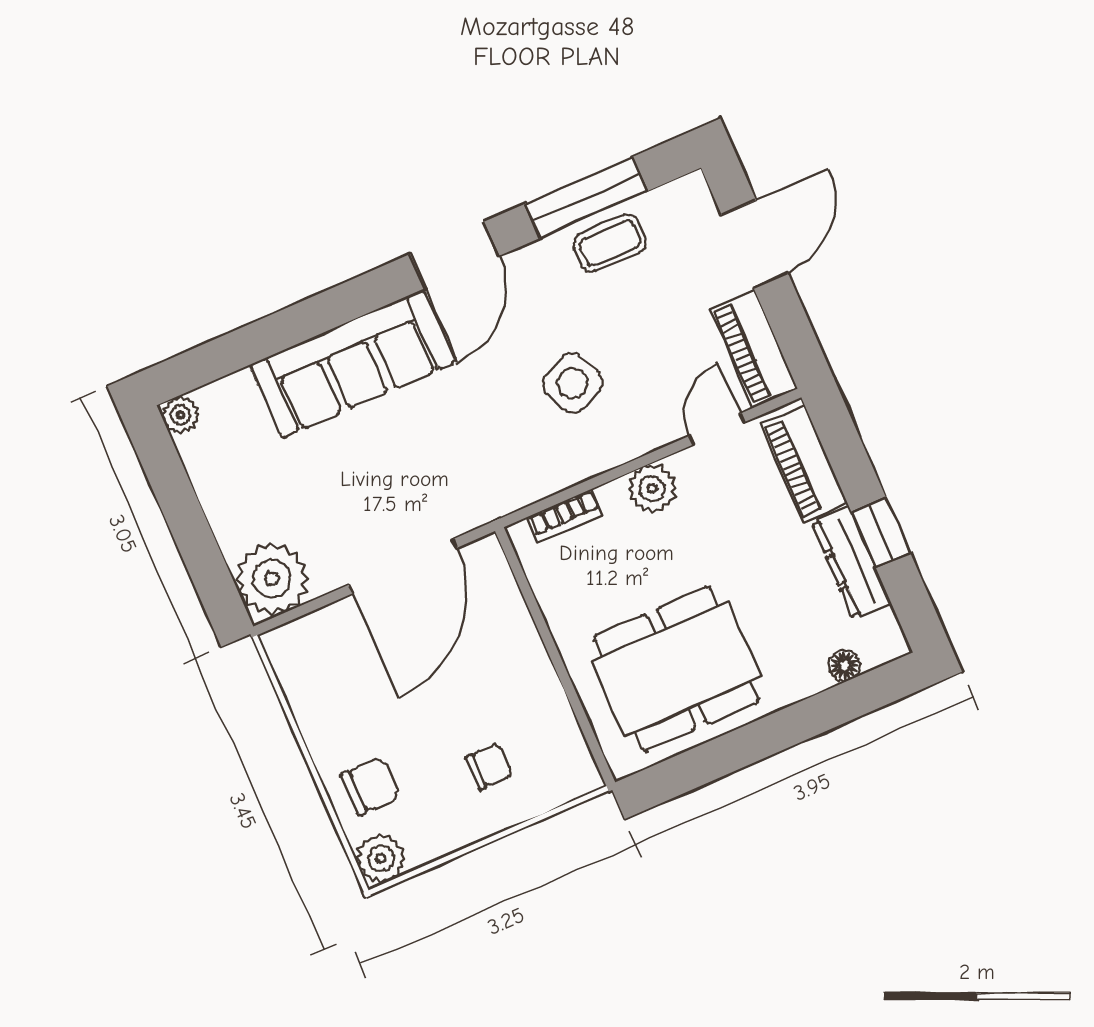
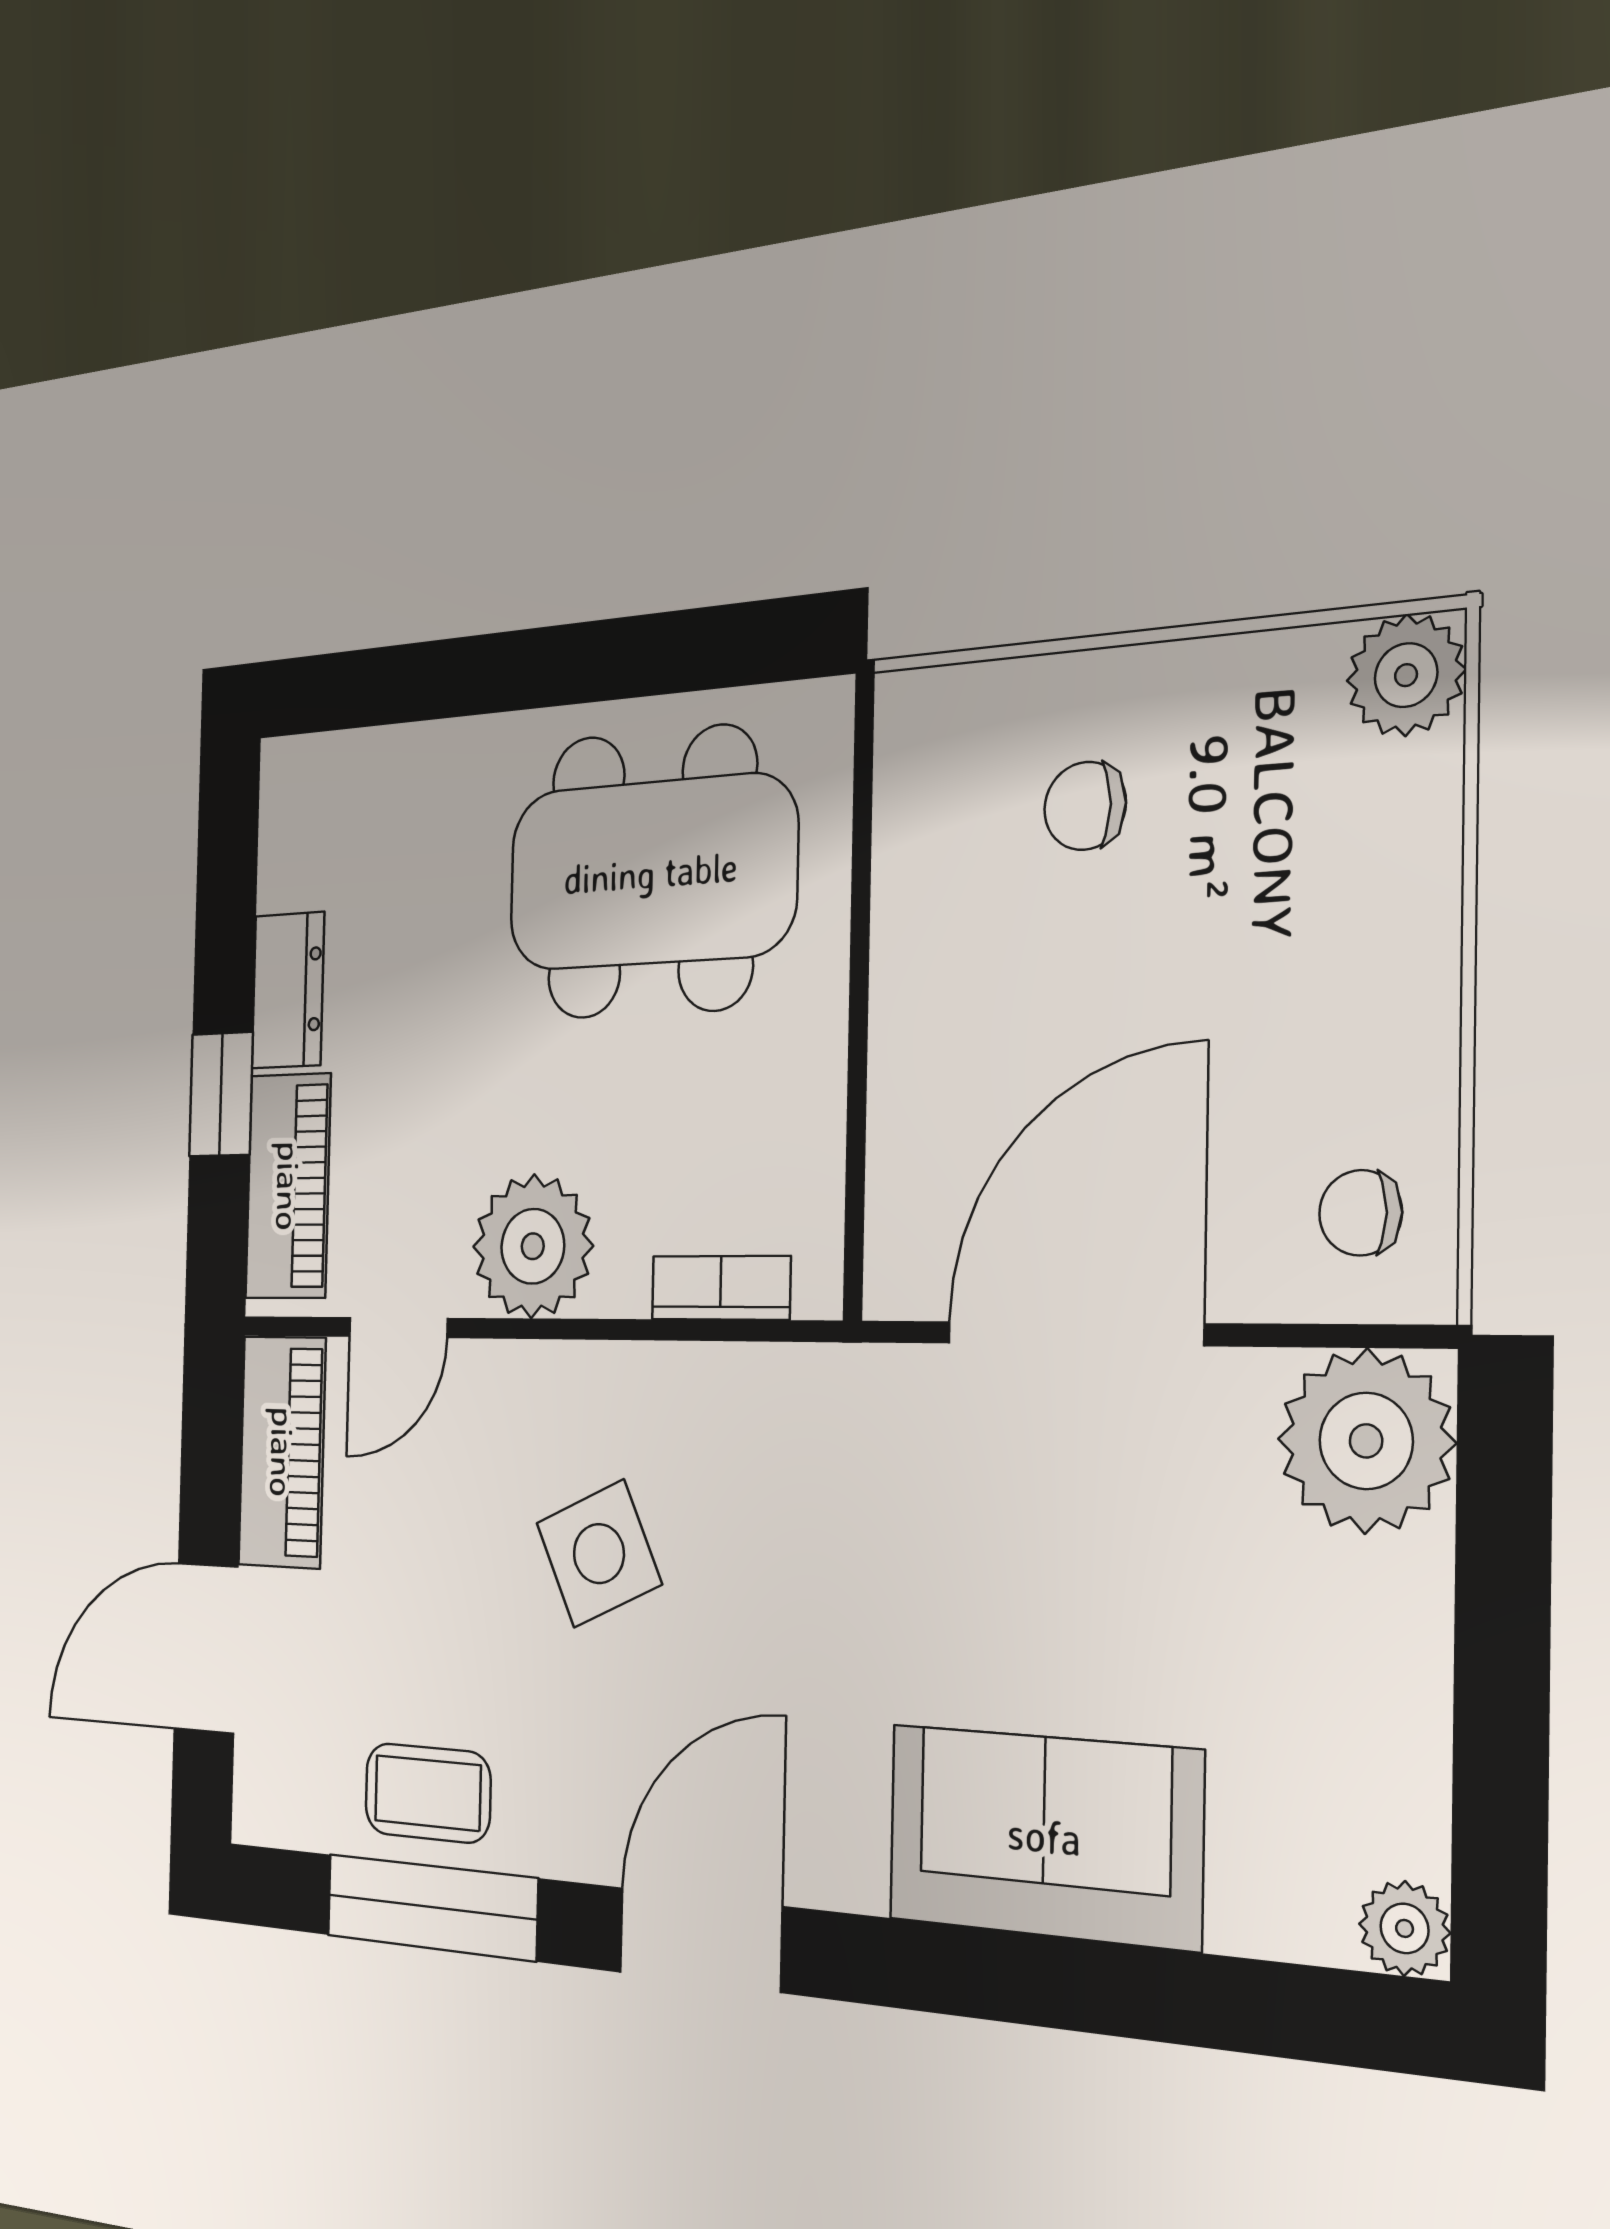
sofa: (352, 364) -> (1044, 1836), width x0.73
plant: (652, 489) -> (533, 1246), width x1.36, depth x1.36
window: (881, 532) -> (221, 1094), moved
dresser: (851, 563) -> (288, 990), width x0.70
floor lamp: (844, 666) -> (374, 758), removed
chair: (370, 786) -> (1361, 1213), moved, width x0.73, depth x0.73

